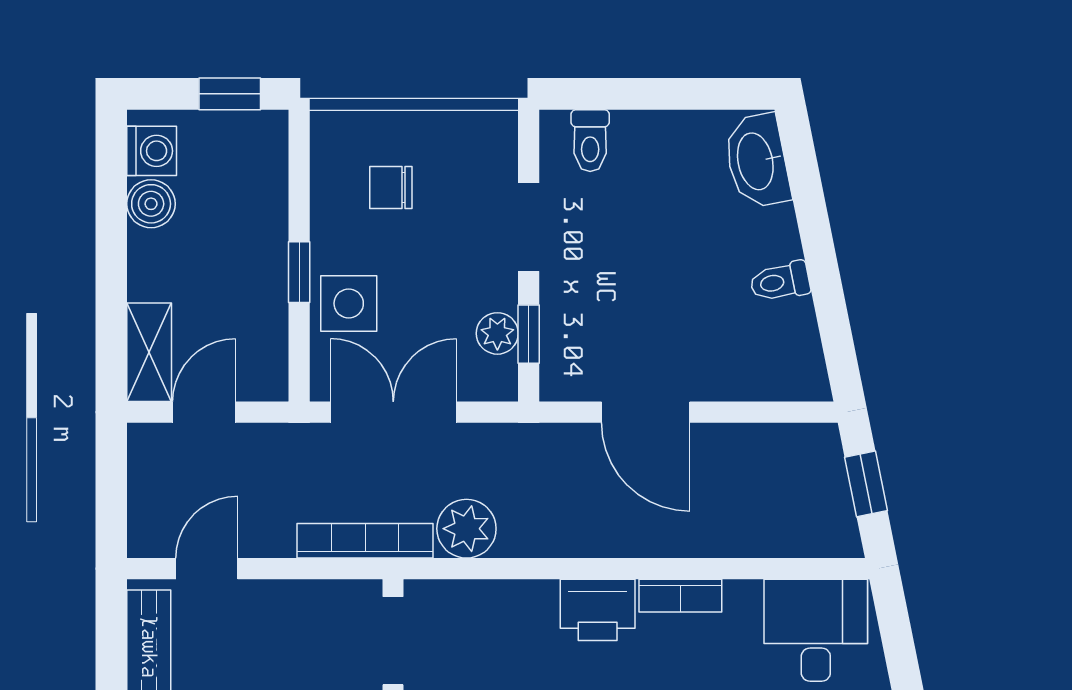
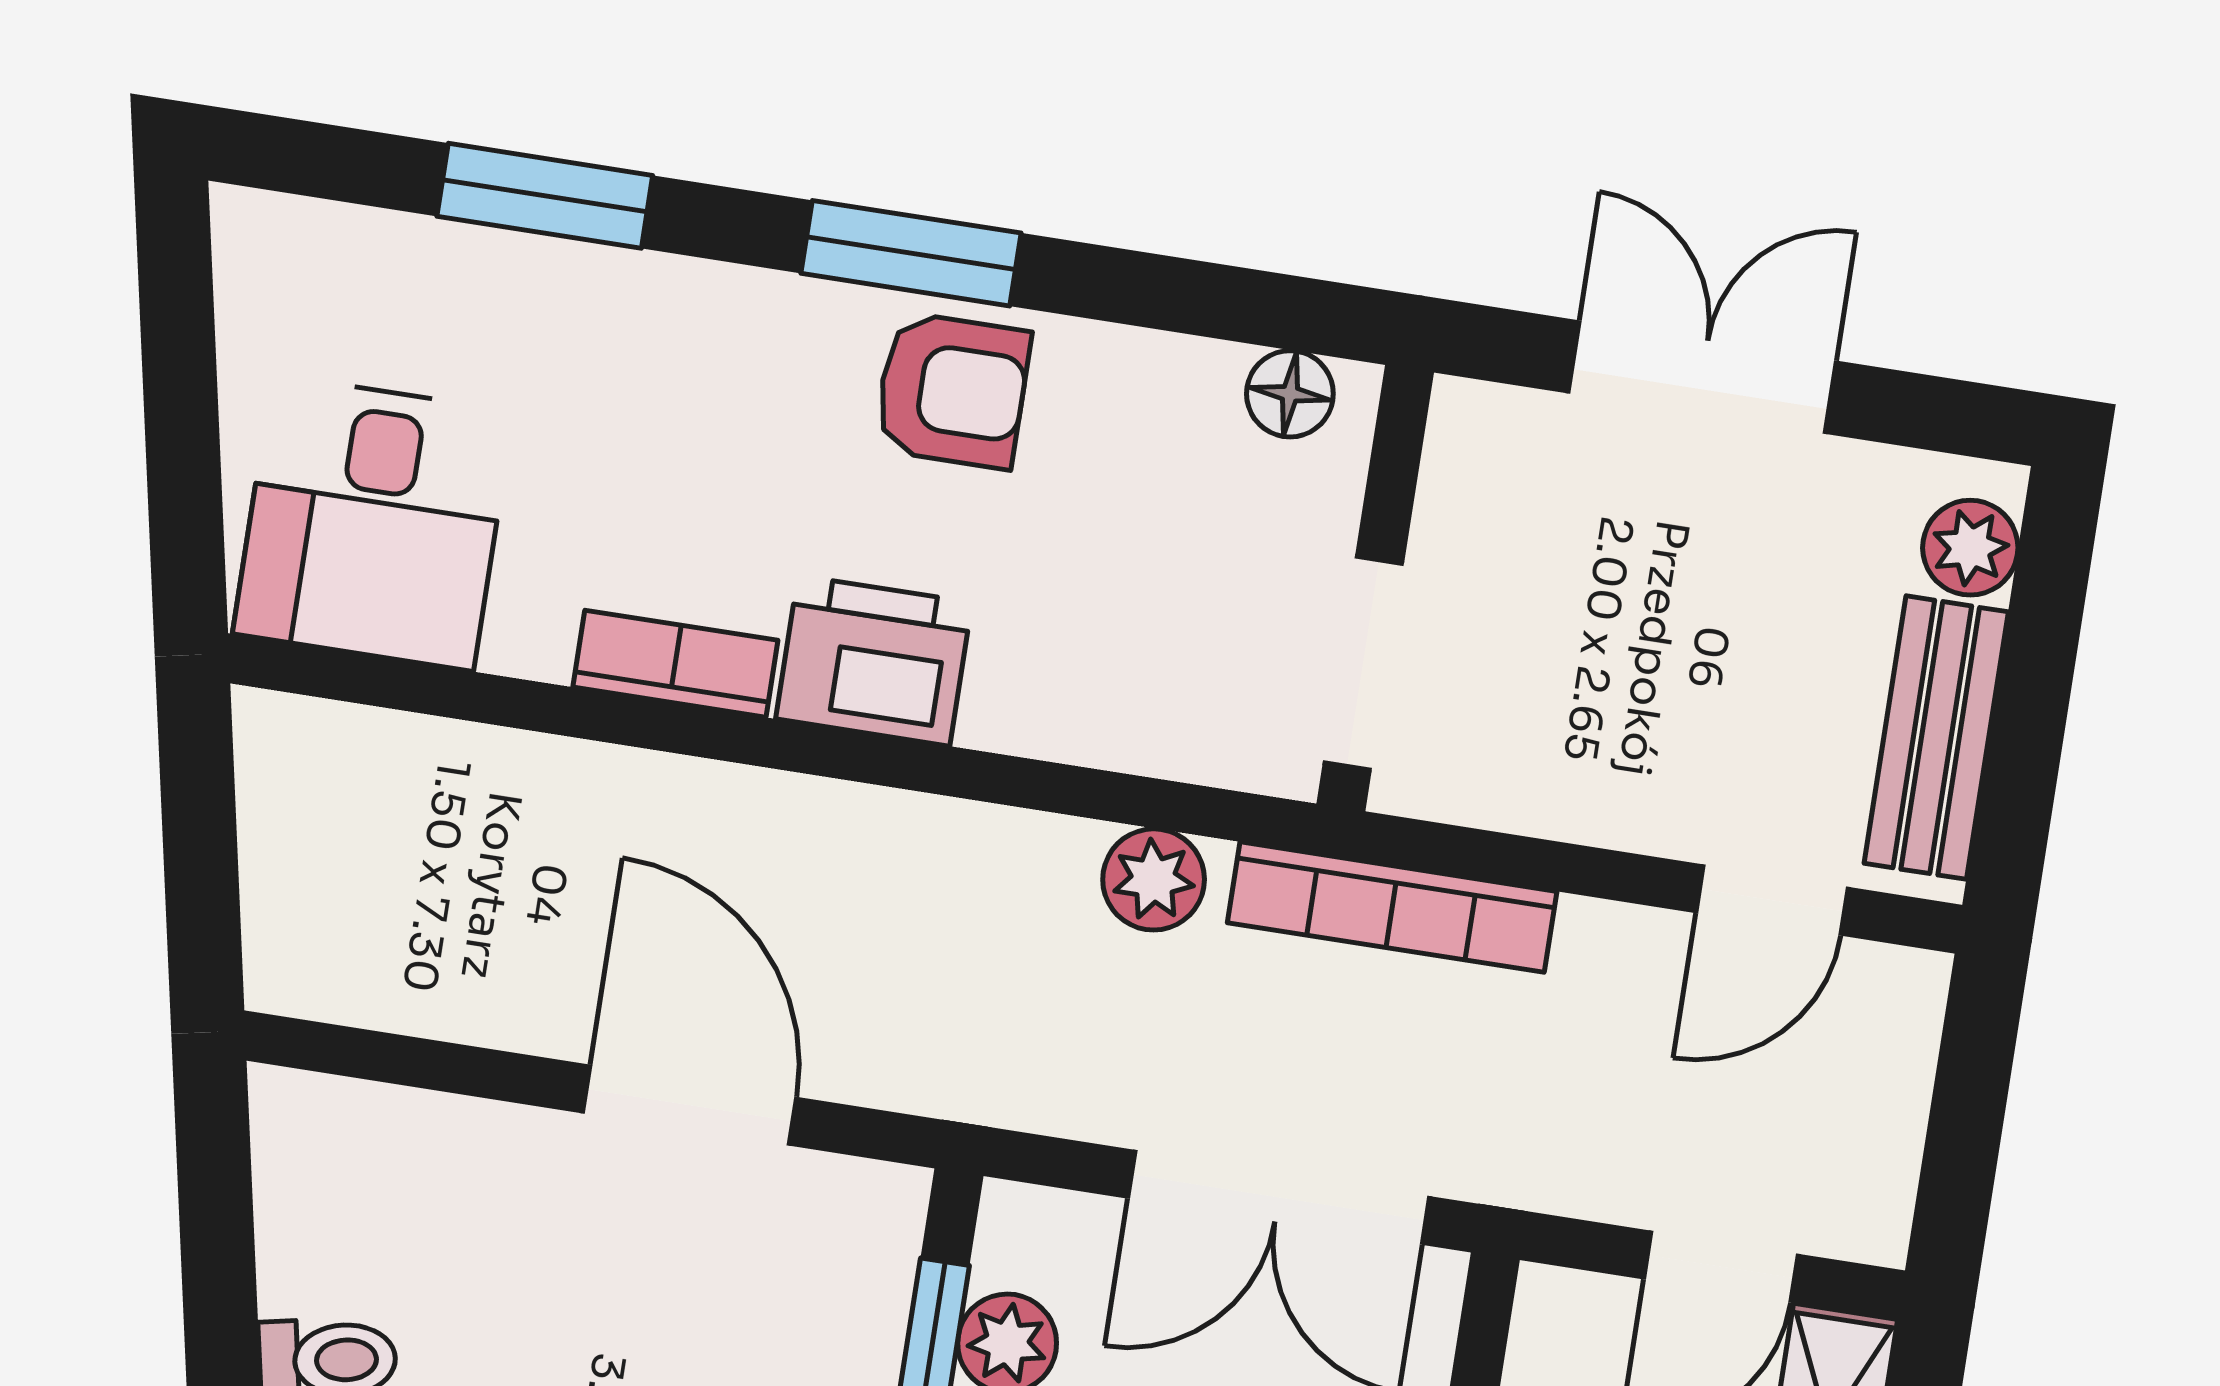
window: (866, 484) -> (201, 857), removed
plant: (466, 529) -> (1154, 879), width x0.73, depth x0.73

